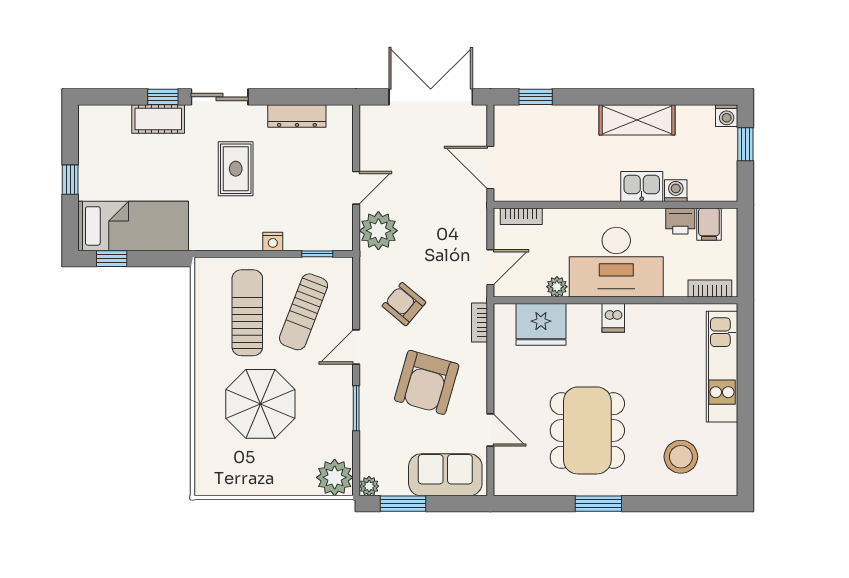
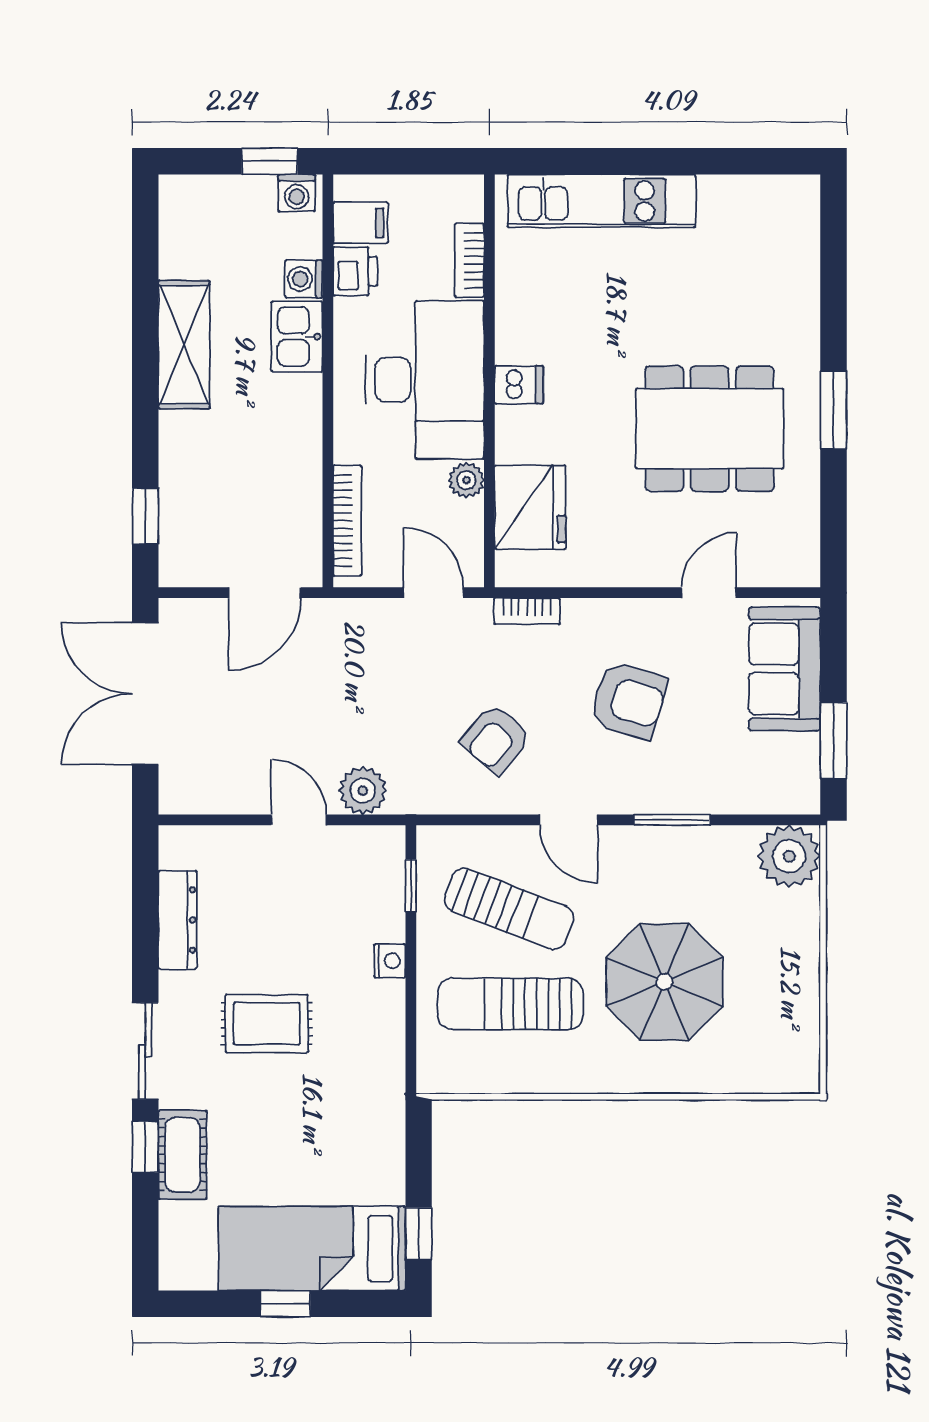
washing machine: (727, 116) -> (297, 193), moved, turned 90
window: (745, 144) -> (270, 161), moved
bookcase: (521, 216) -> (347, 521), width x1.56
bed: (133, 226) -> (312, 1249), moved, turned -90
plant: (378, 231) -> (363, 791), width x0.73, depth x0.73
bookcase: (710, 289) -> (469, 260), moved
armchair: (427, 382) -> (628, 700), width x0.73, depth x0.73
stool: (681, 457) -> (754, 270), removed
plant: (369, 486) -> (804, 798), removed

